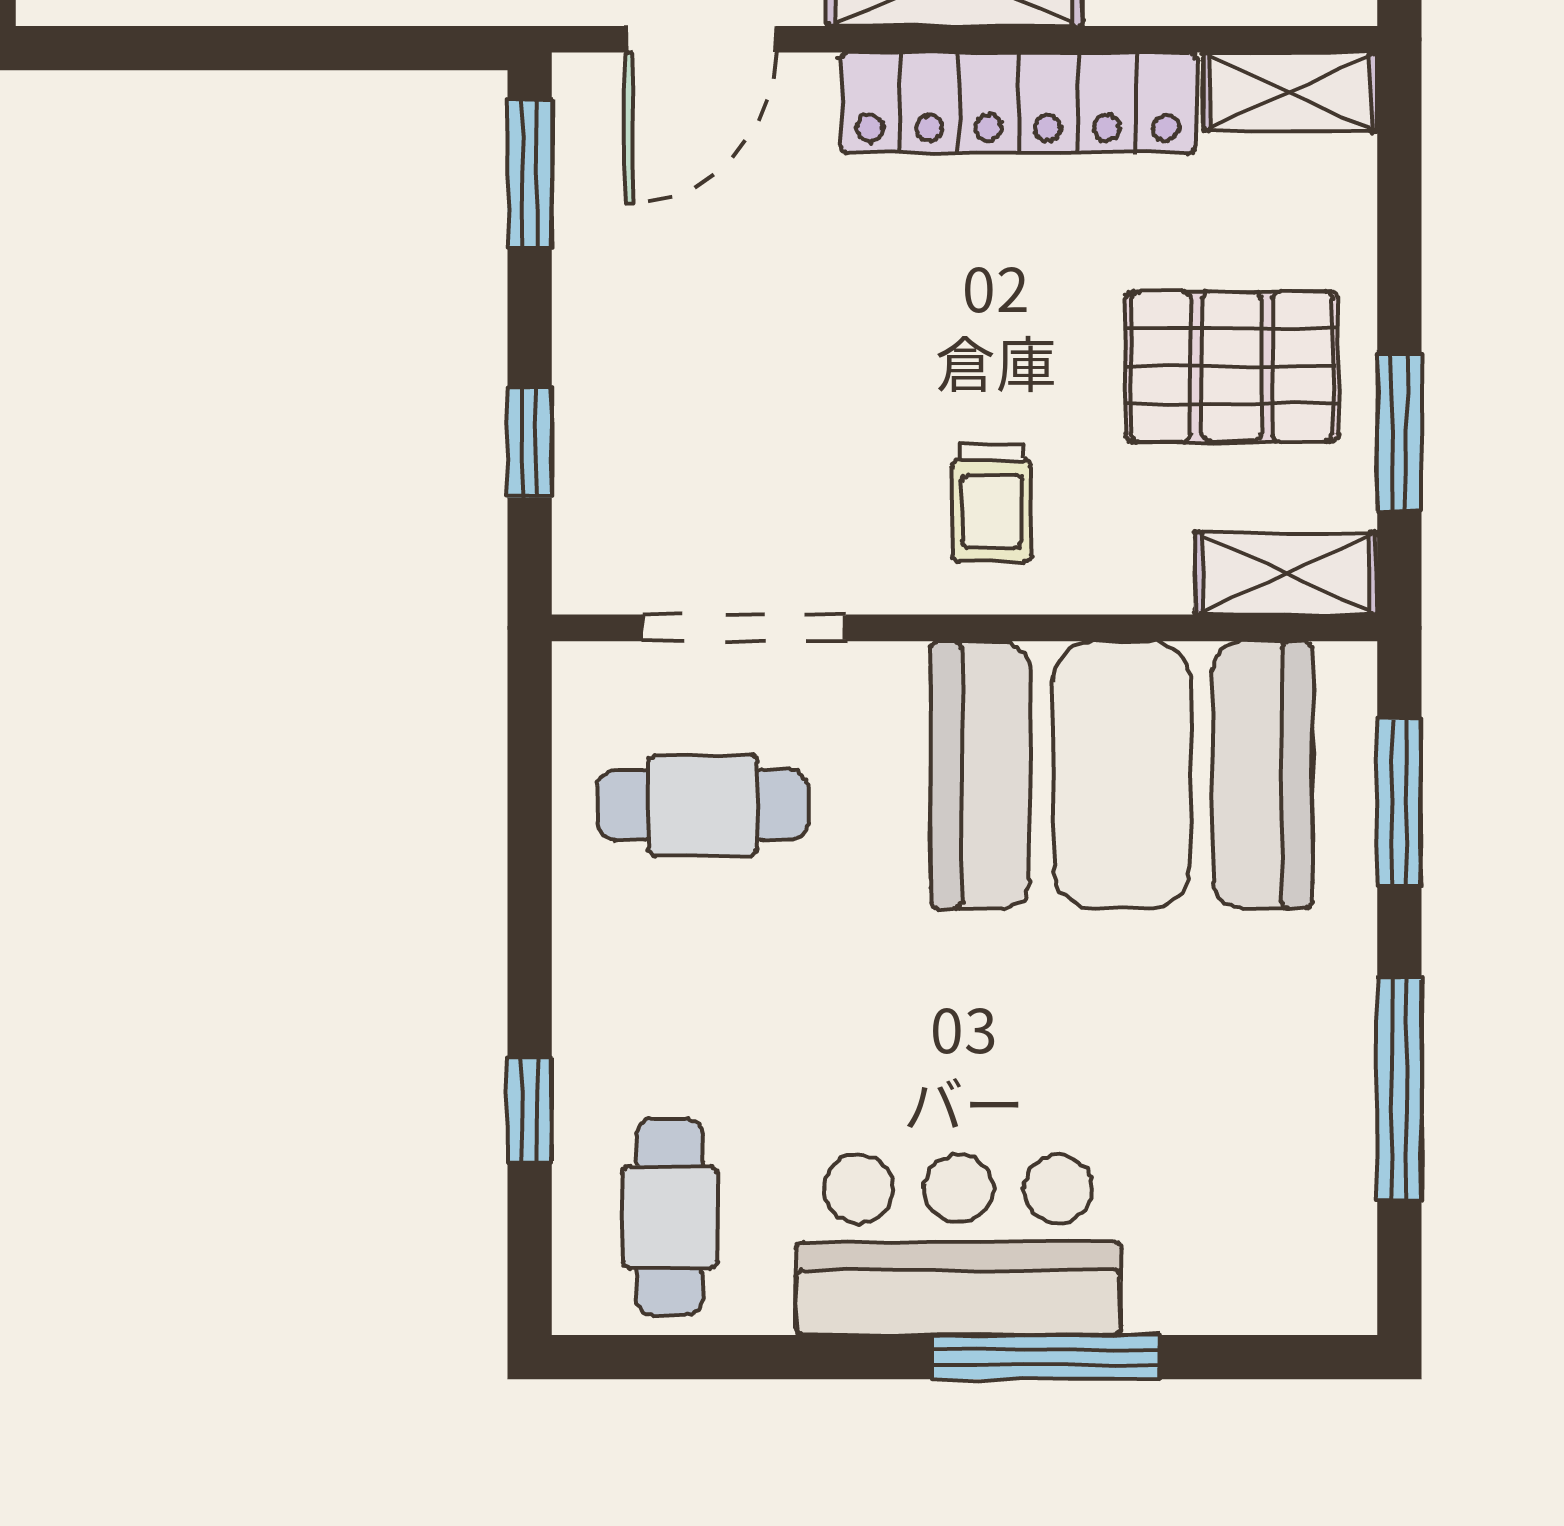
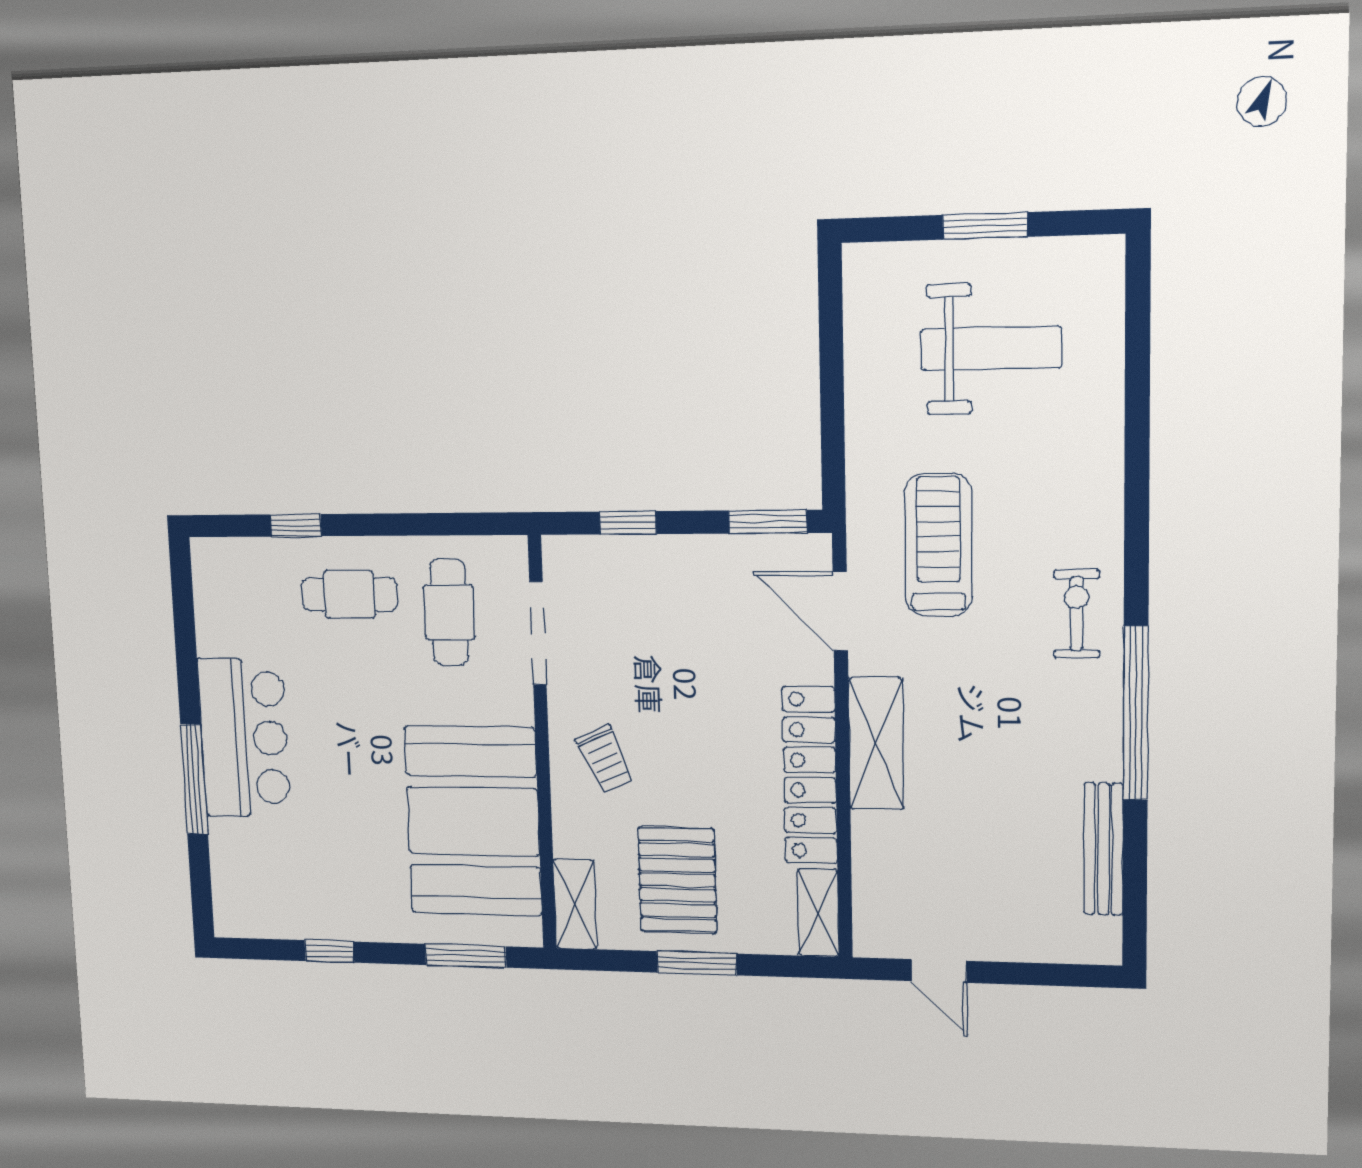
window: (1399, 432) -> (697, 963), moved
trolley: (992, 503) -> (605, 759), turned -114
window: (1399, 1089) -> (329, 951), width x0.46
cafe table: (670, 1217) -> (349, 594), moved

